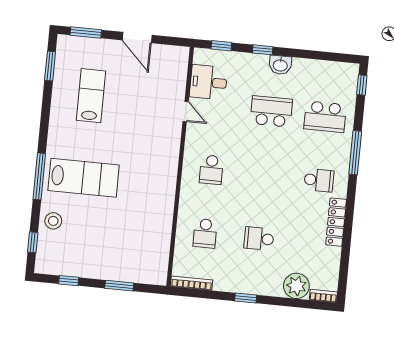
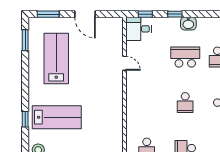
desk: (208, 82) -> (139, 29), moved
lab bench: (91, 96) -> (56, 58), width x1.36, depth x1.39
school desk: (211, 170) -> (185, 103), moved
window: (39, 176) -> (25, 119), width x0.46

